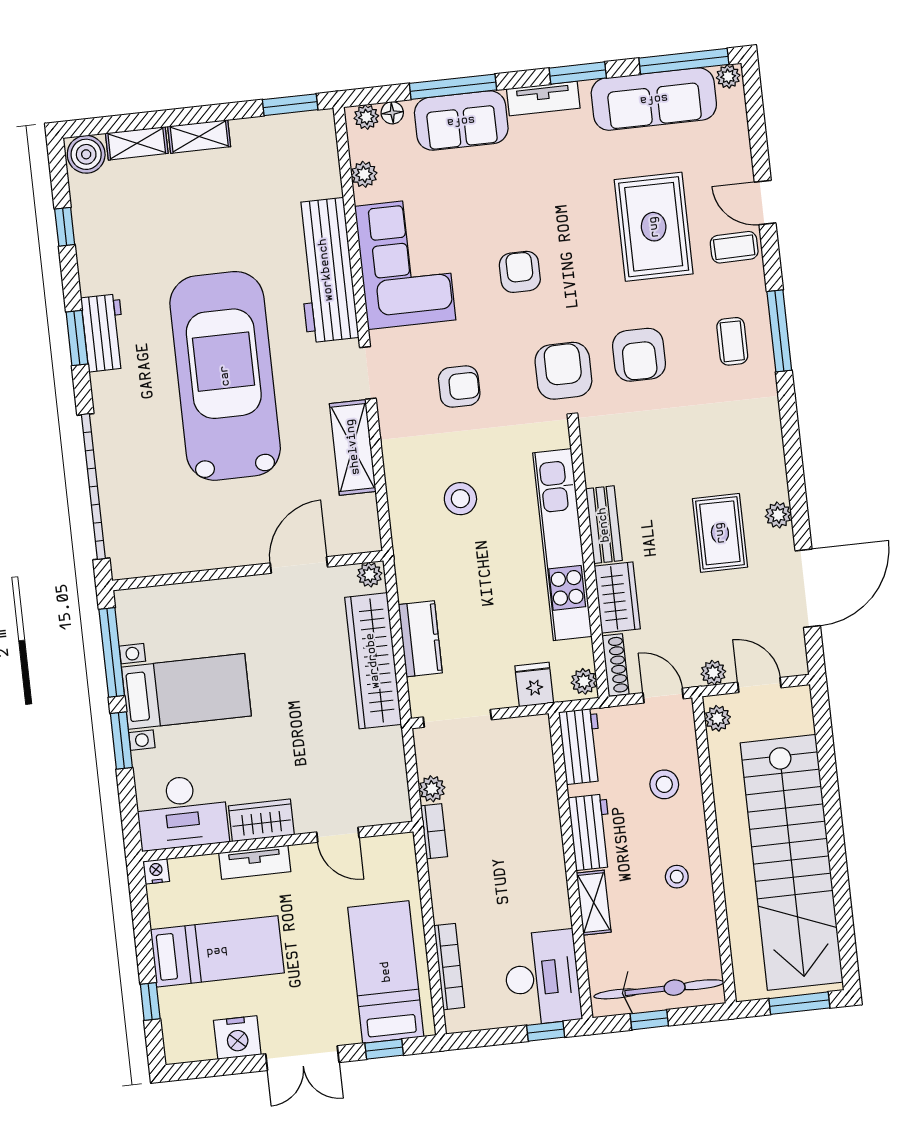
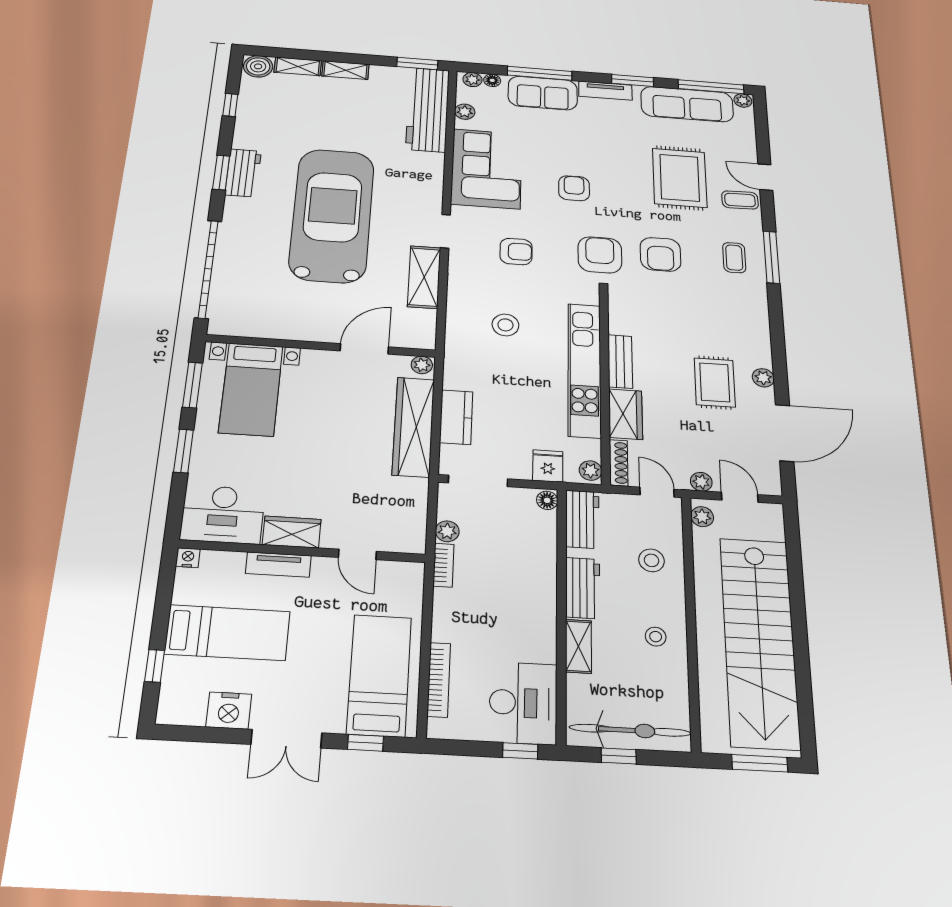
workbench: (326, 270) -> (428, 109), moved
window: (112, 652) -> (192, 385), width x0.69
bed with nightstands: (186, 691) -> (251, 389), moved, turned 90
floor lamp: (539, 729) -> (547, 500), added

